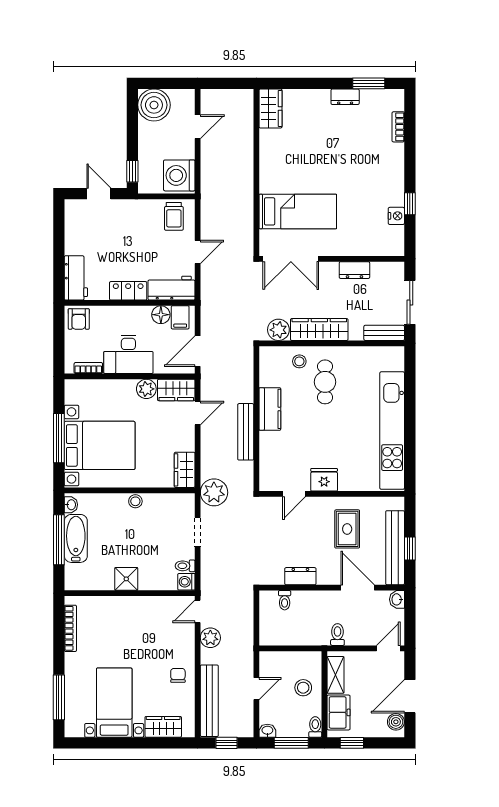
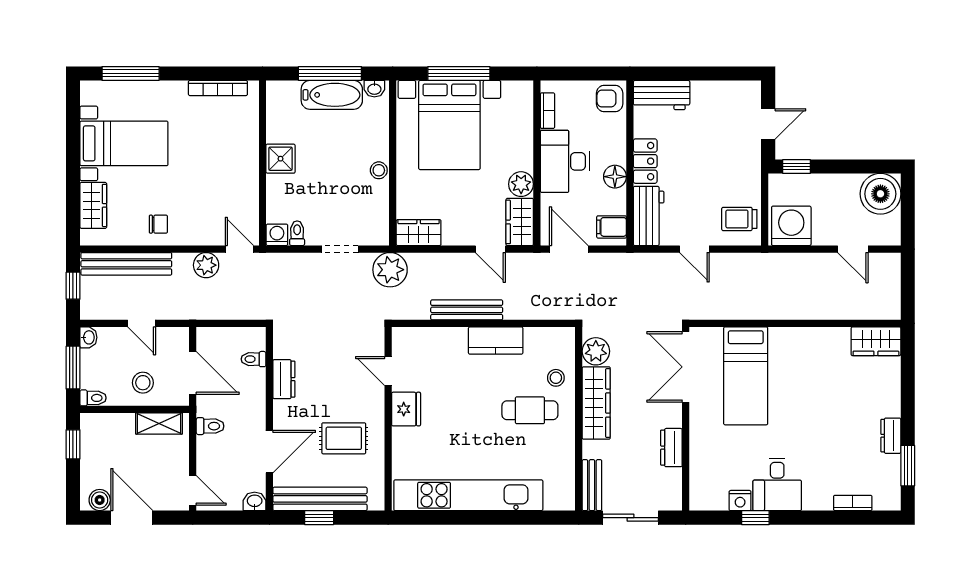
desk: (384, 187) -> (777, 484), added
floor lamp: (161, 315) -> (615, 177), moved
door: (295, 648) -> (193, 373), added
freezer: (339, 712) -> (111, 427), removed

